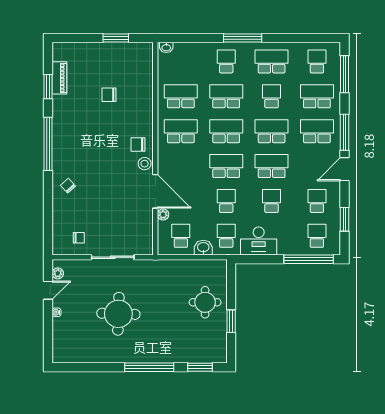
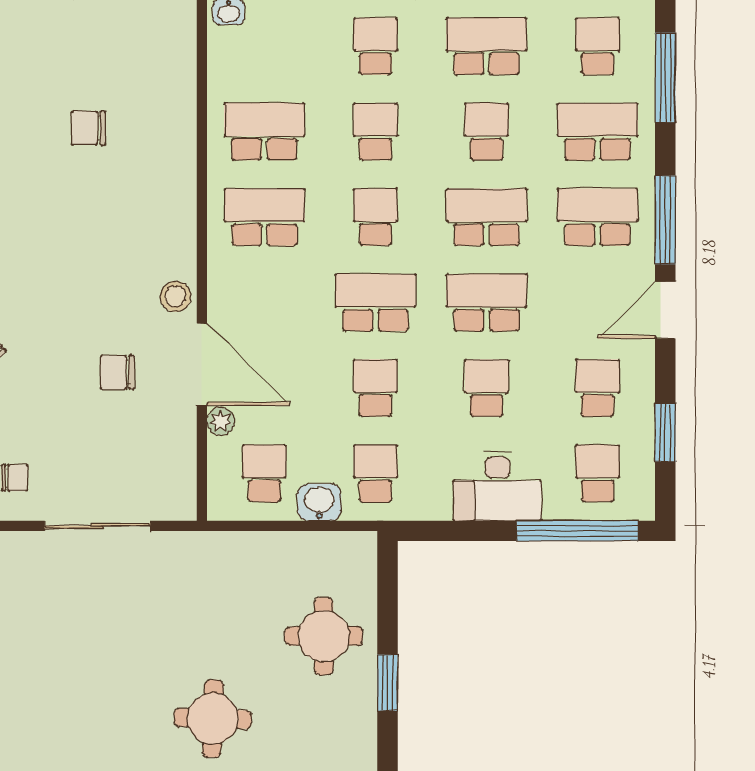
school desk: (226, 96) -> (375, 132), width x0.54
school desk: (226, 131) -> (375, 217), width x0.54
chair: (138, 144) -> (117, 372), moved
desk: (259, 241) -> (497, 486), moved
round table: (118, 314) -> (213, 718), moved, width x0.73, depth x0.73

